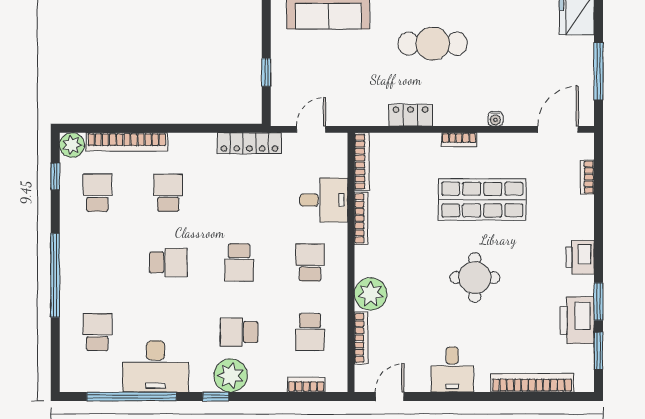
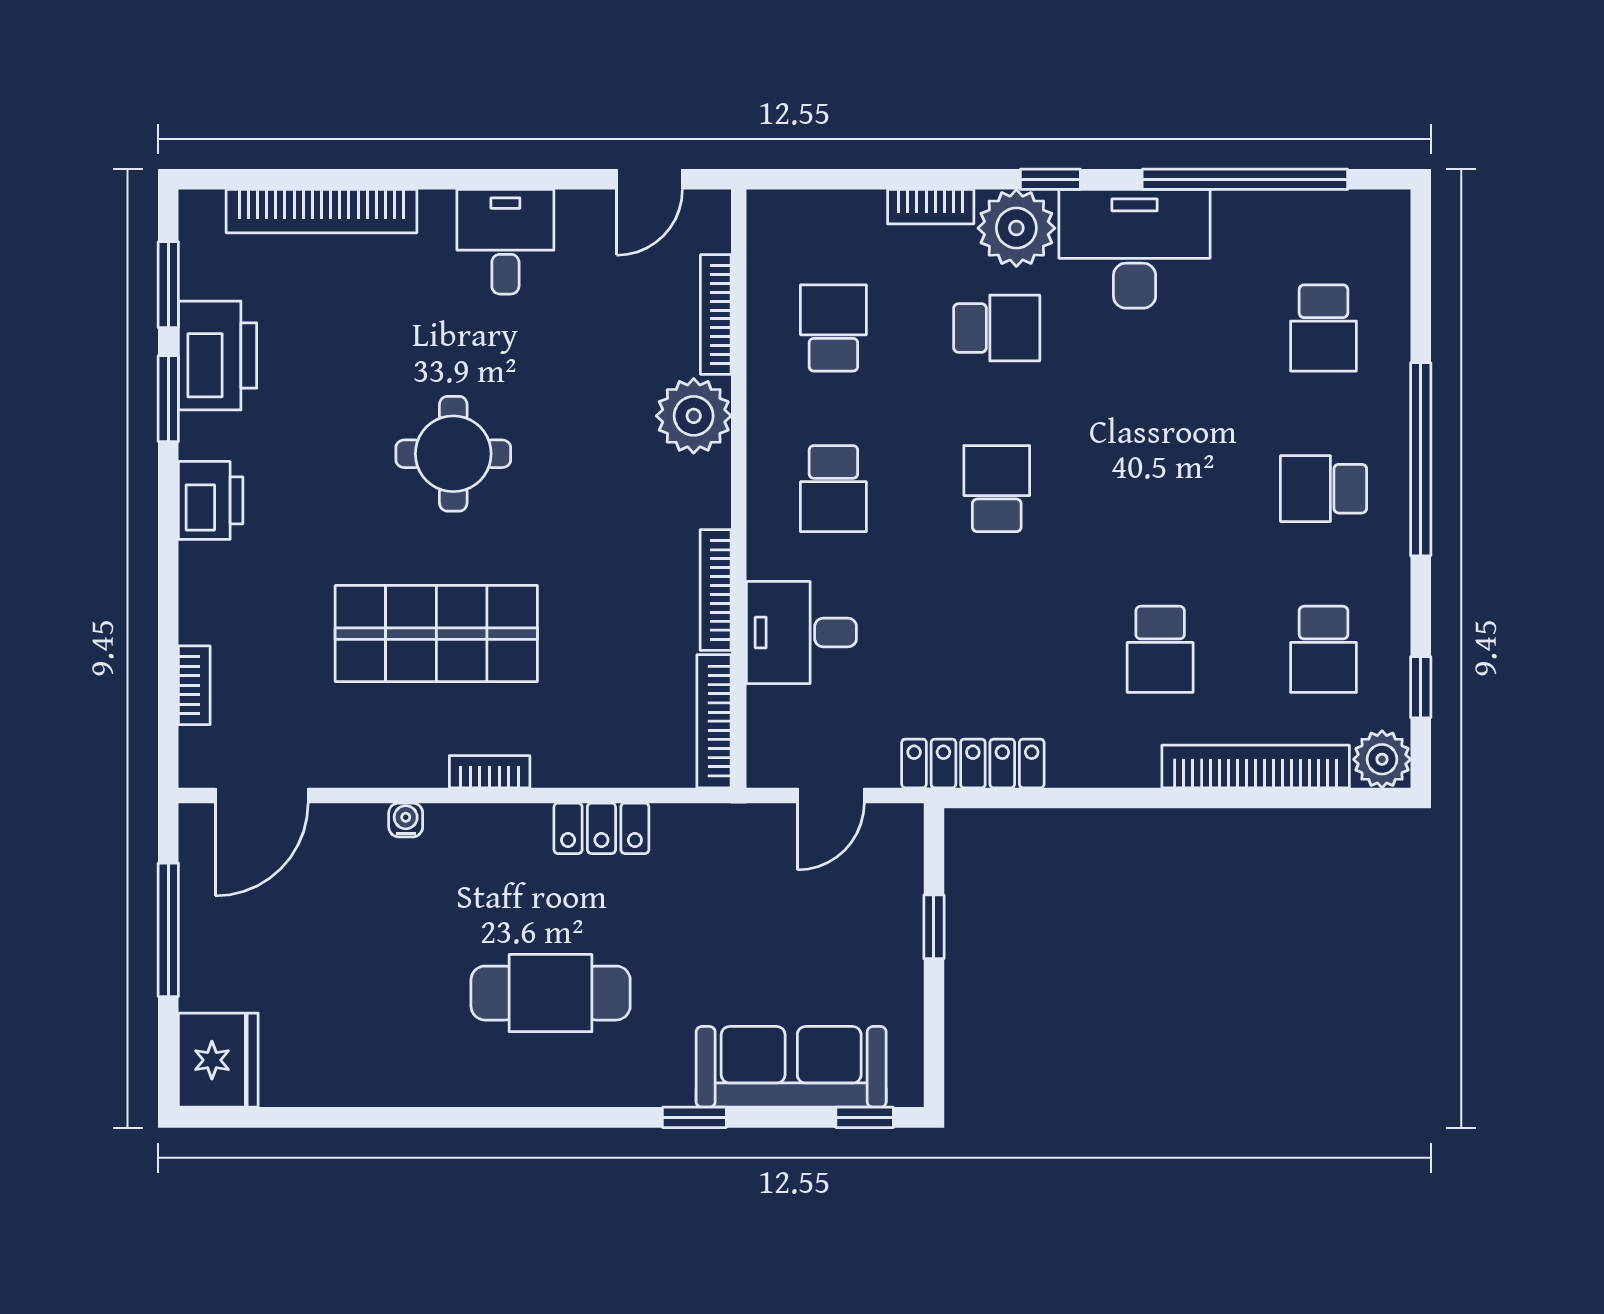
school desk: (168, 262) -> (1323, 489), moved
desk: (156, 366) -> (1135, 249), moved
bookcase: (306, 385) -> (931, 207), moved

